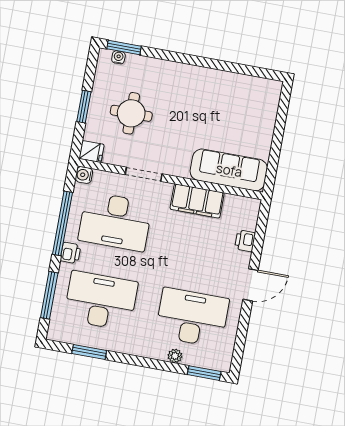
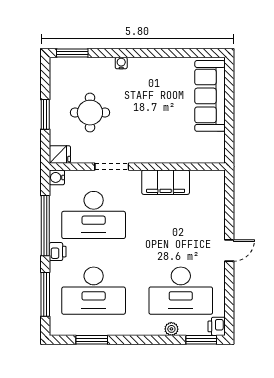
water cooler: (118, 57) -> (121, 63), moved
sofa: (229, 170) -> (210, 96), moved, turned -90
printer: (245, 241) -> (217, 326), moved
door: (251, 285) -> (229, 251), width x0.73
desk: (101, 301) -> (94, 291), turned 180
desk: (192, 318) -> (181, 291), turned 180

